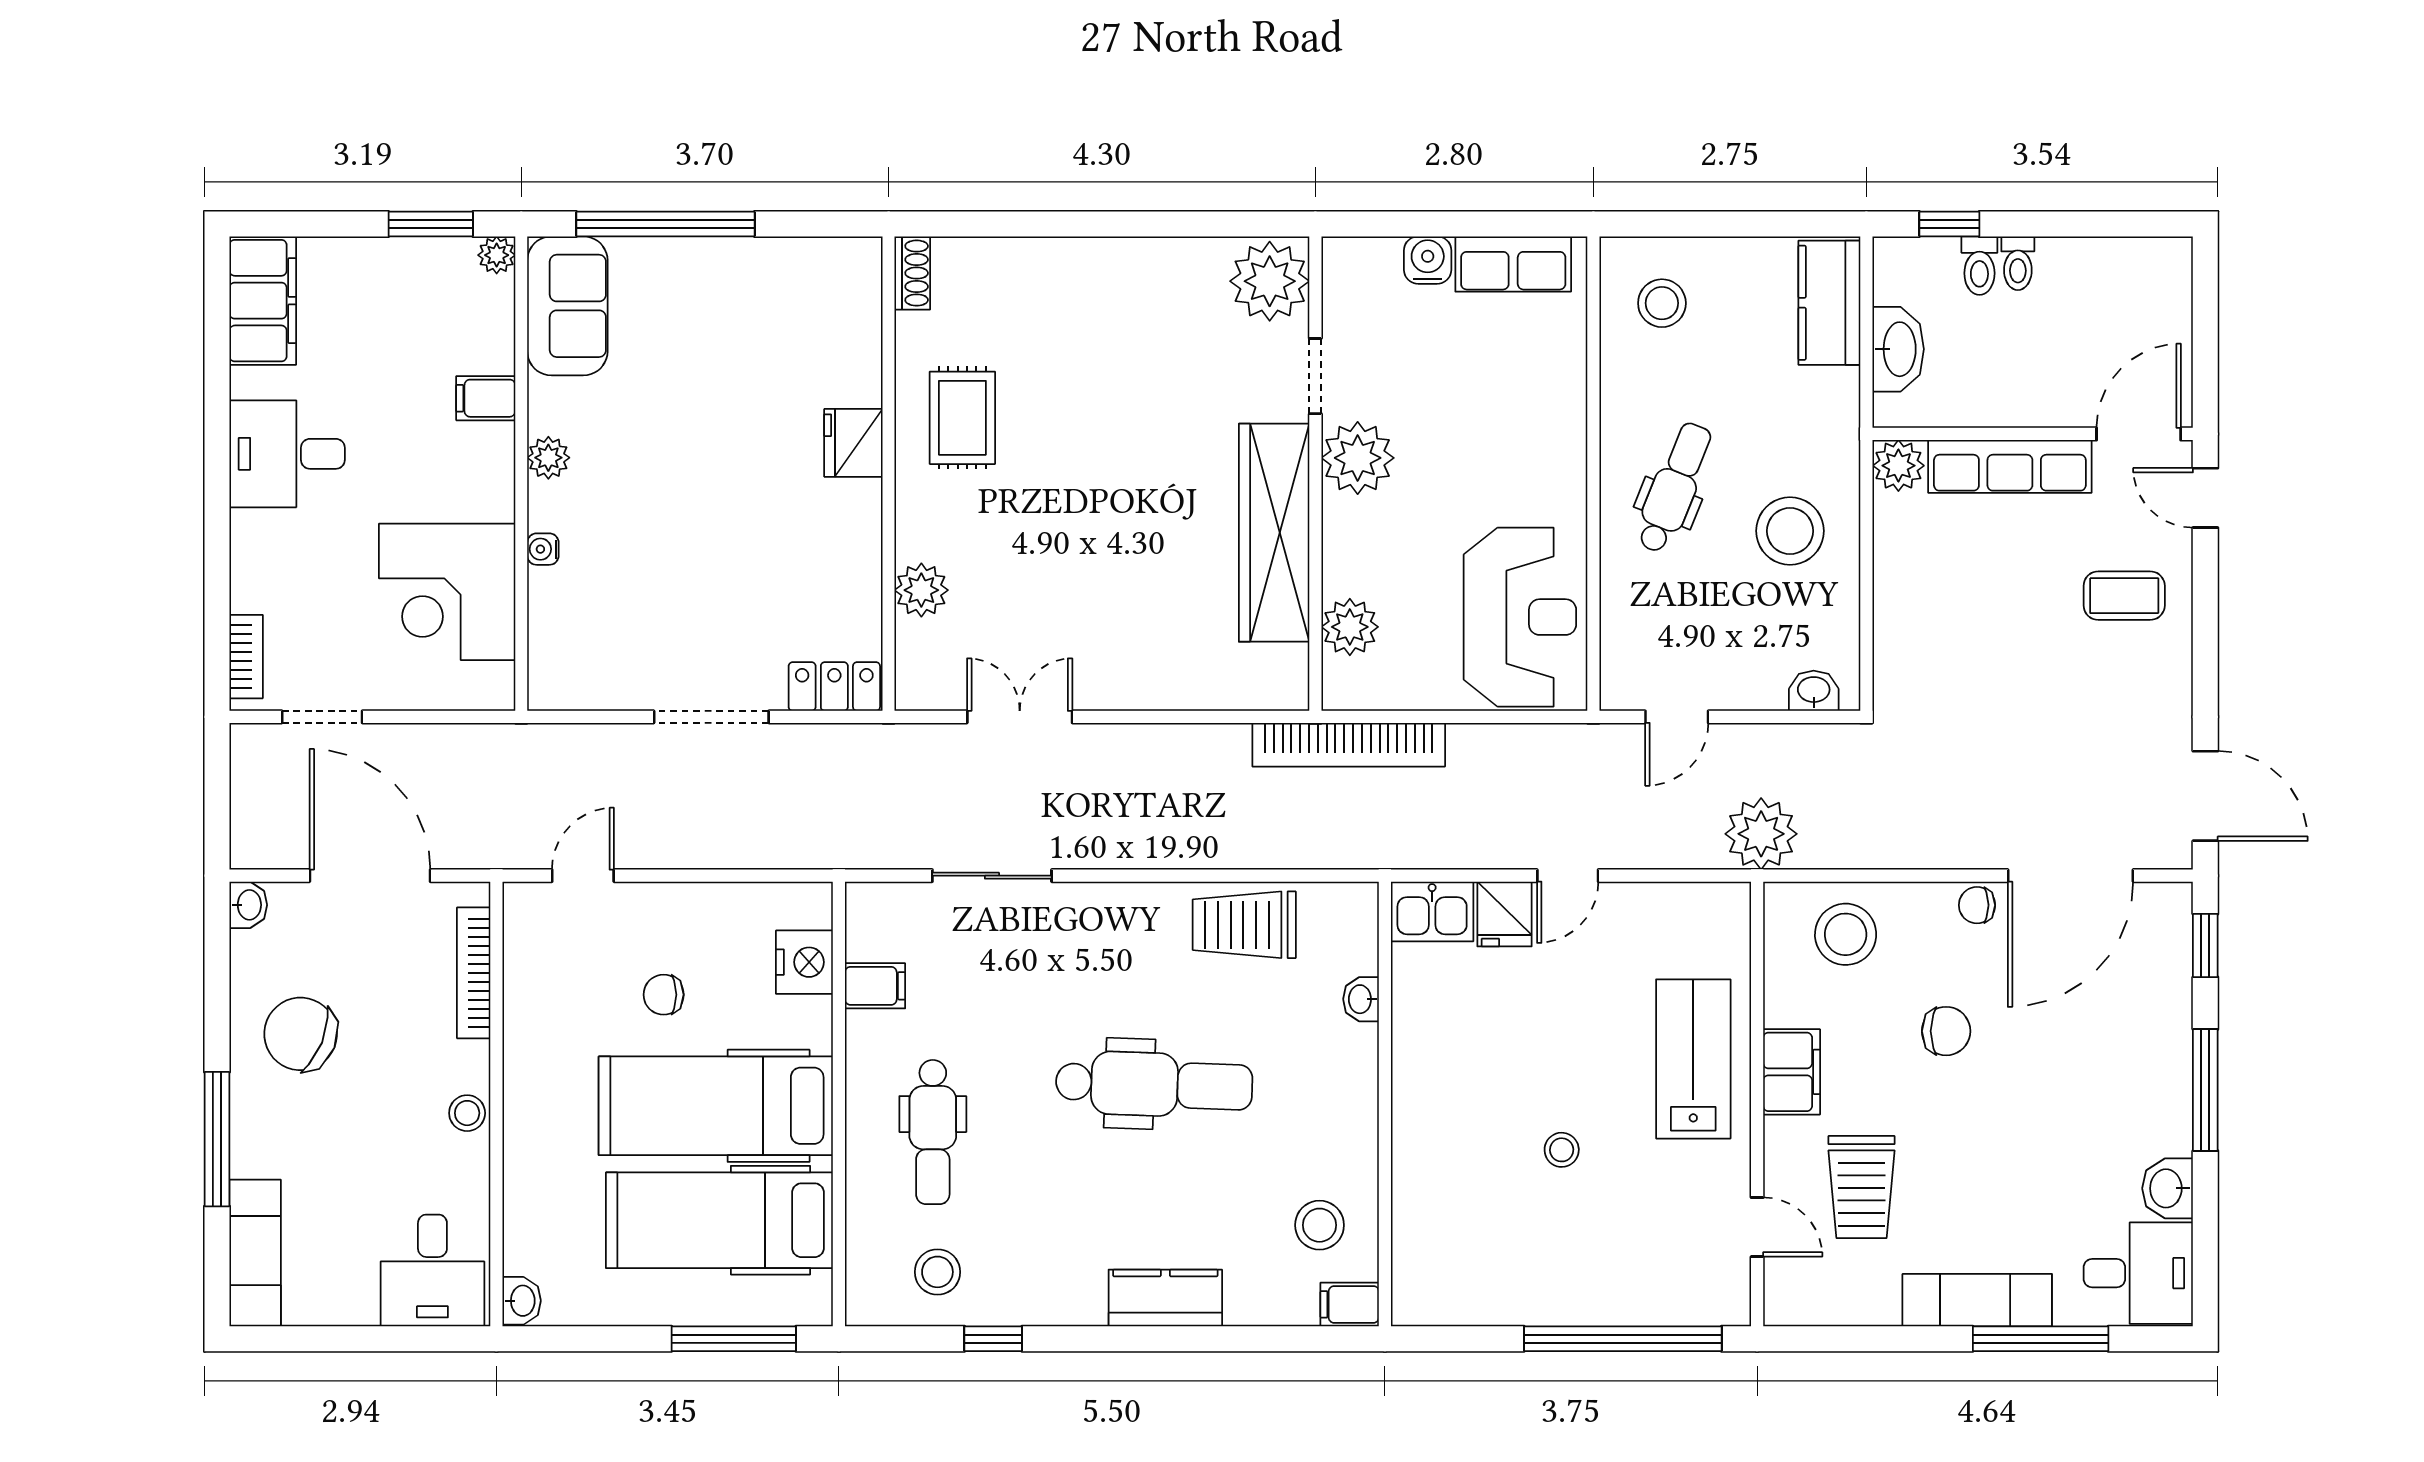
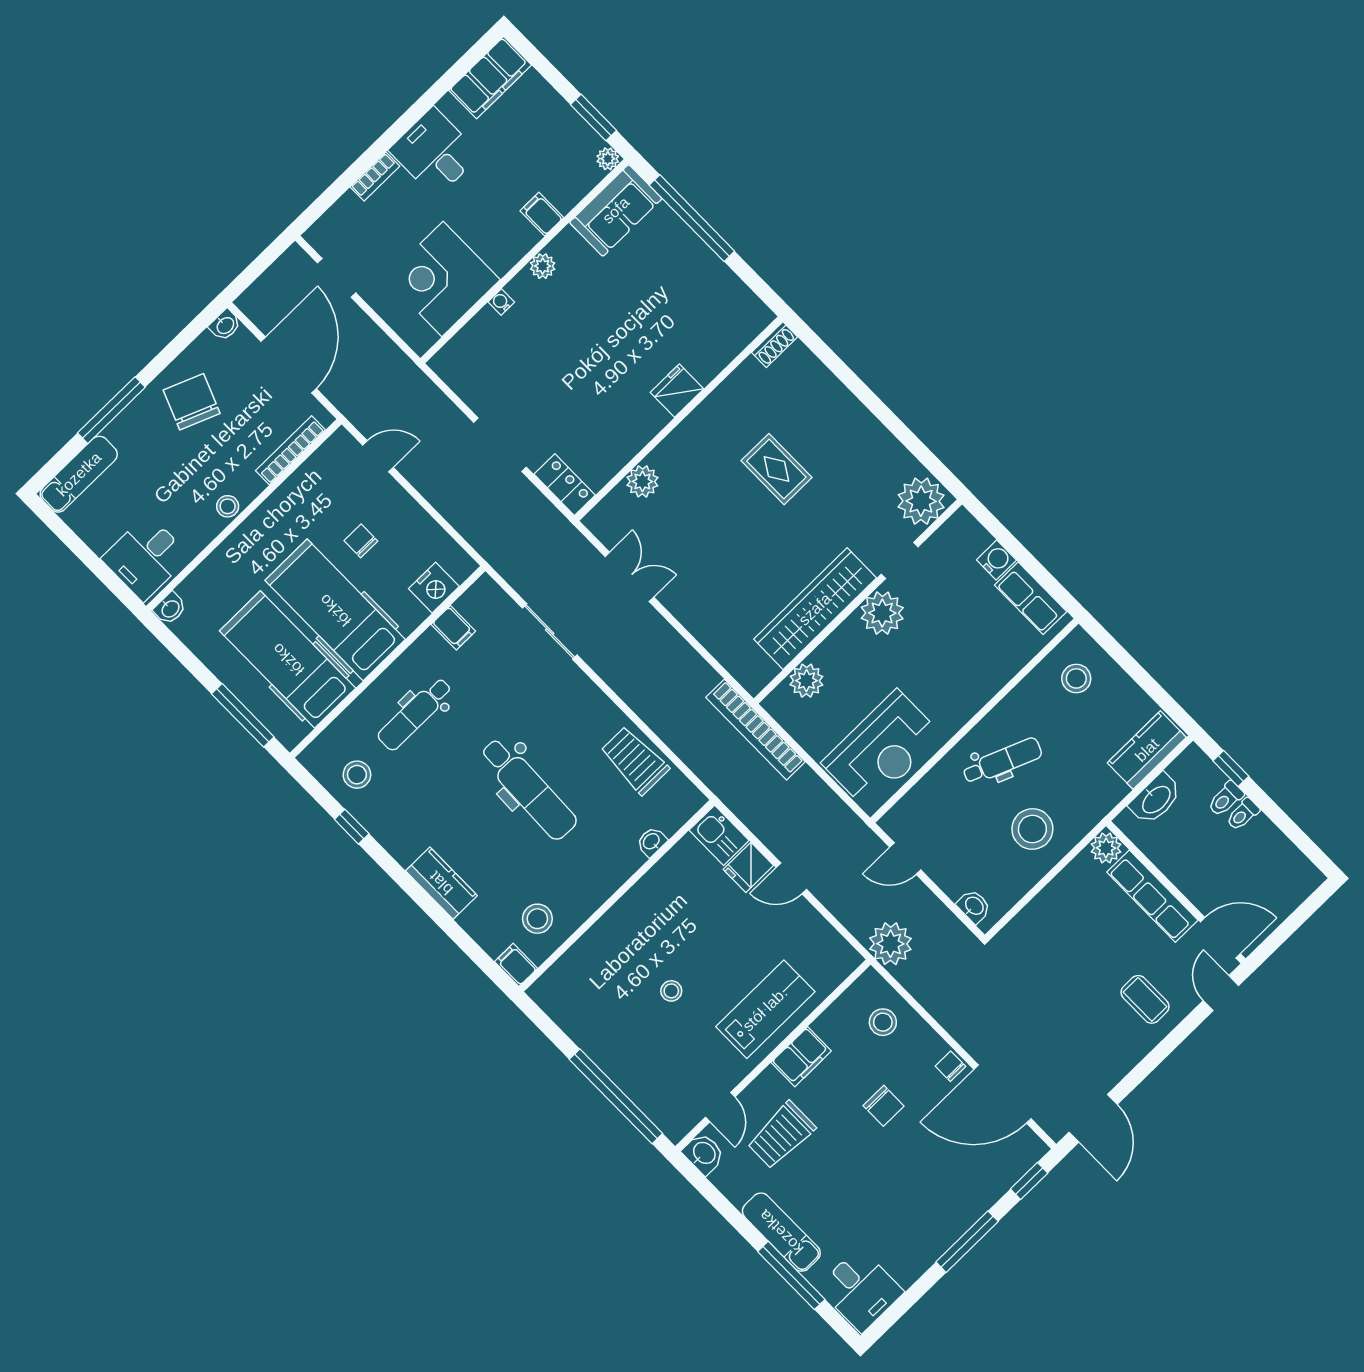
rug: (962, 418) -> (776, 469), moved, turned 90
bookcase: (246, 657) -> (375, 177), moved
stool: (1846, 934) -> (883, 1022), width x0.73, depth x0.73
washbasin: (2167, 1188) -> (704, 1154), moved, turned 90

